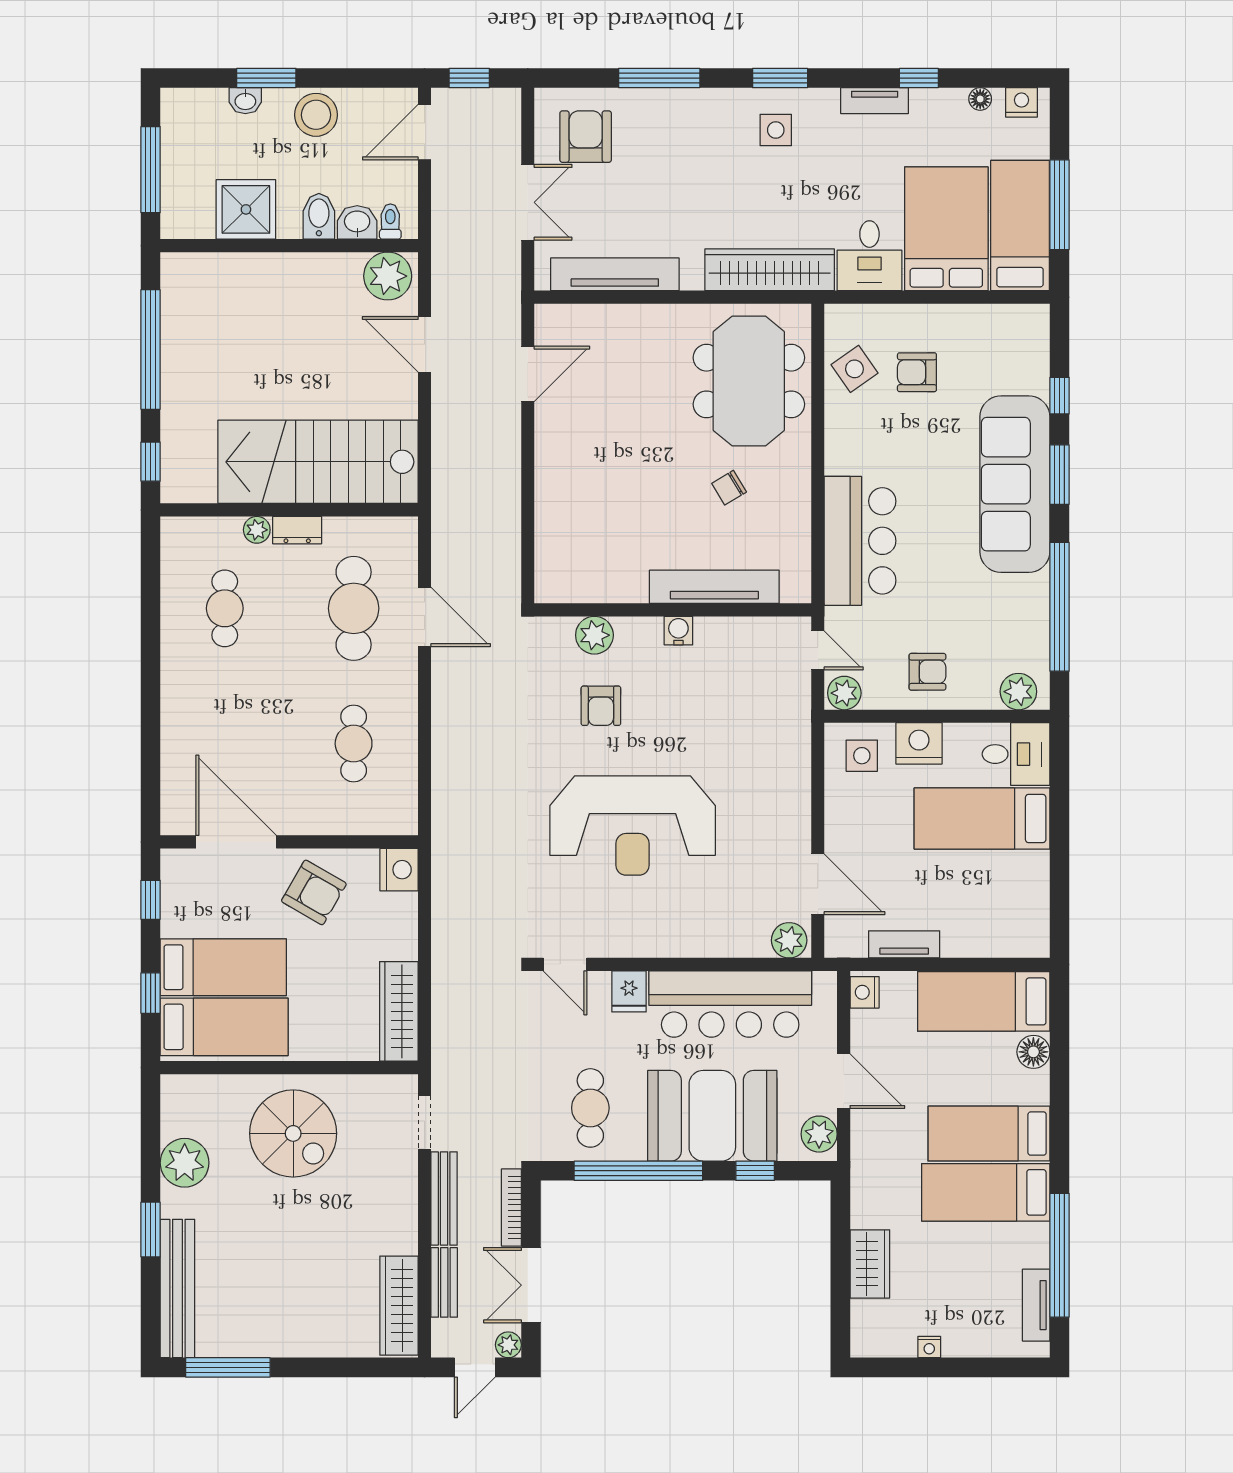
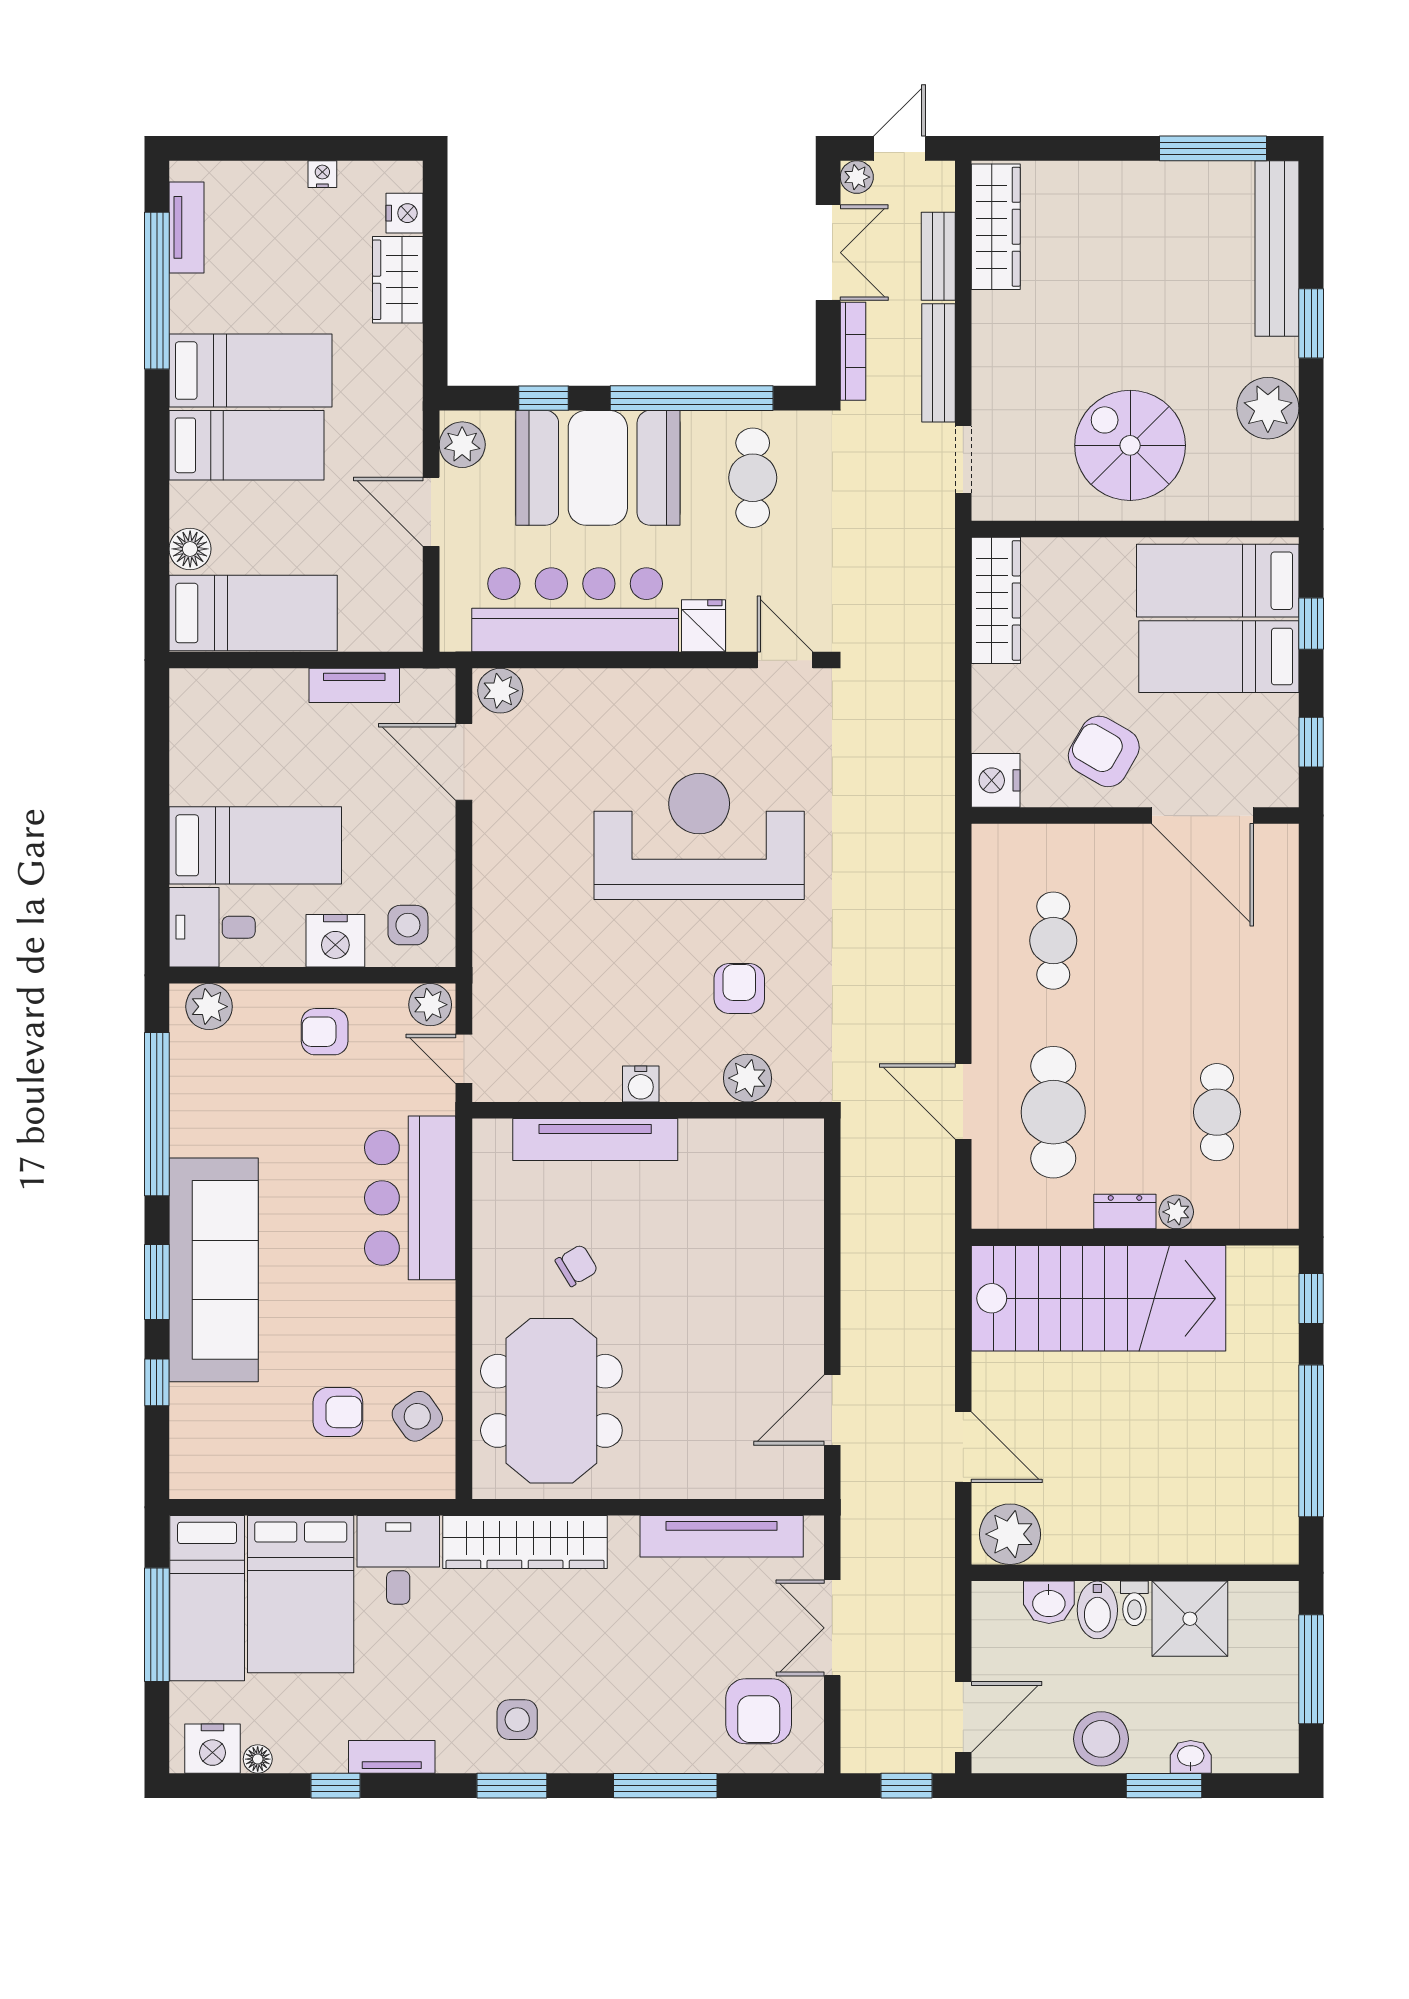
nightstand: (1021, 102) -> (213, 1749), width x1.36, depth x1.33
toilet: (390, 222) -> (1134, 1603), moved
nightstand: (865, 992) -> (405, 213), moved

